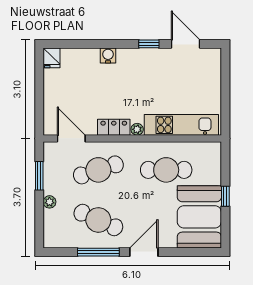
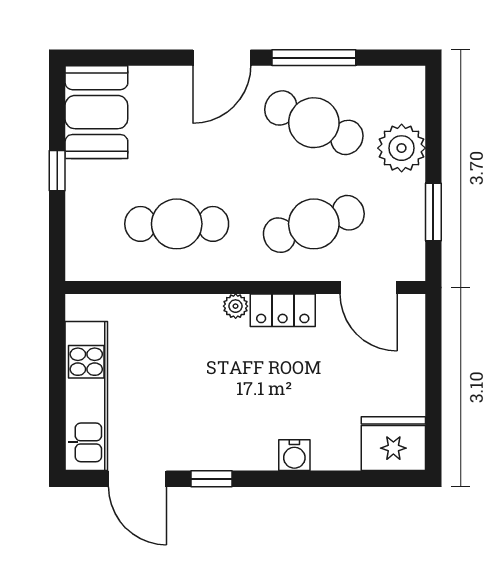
fridge: (52, 58) -> (393, 444), width x1.88, depth x1.34
kitchen unit: (181, 125) -> (86, 396), moved, turned -90
plant: (49, 202) -> (402, 148), width x1.88, depth x1.88
booth: (199, 217) -> (96, 112), width x0.73, depth x0.70

